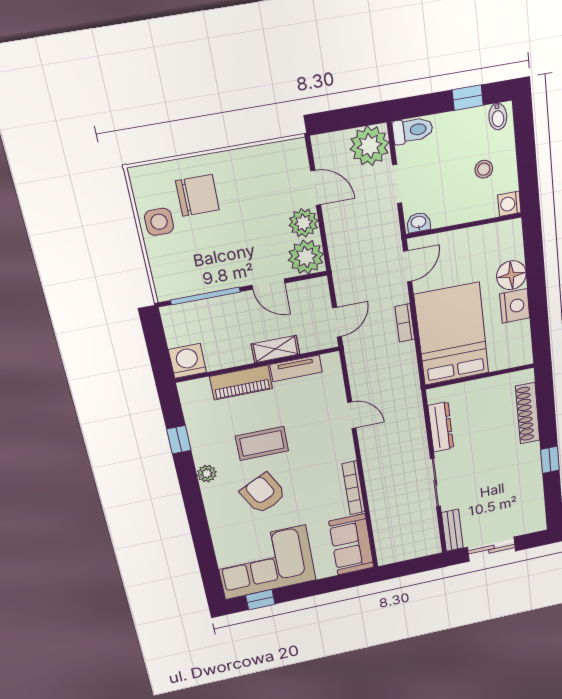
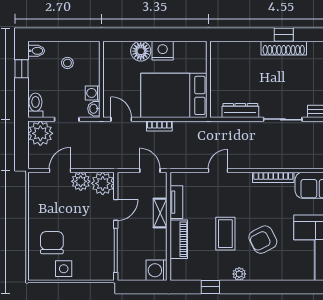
washing machine: (509, 204) -> (93, 93), moved, turned 90
shoe rack: (528, 413) -> (284, 48), moved

